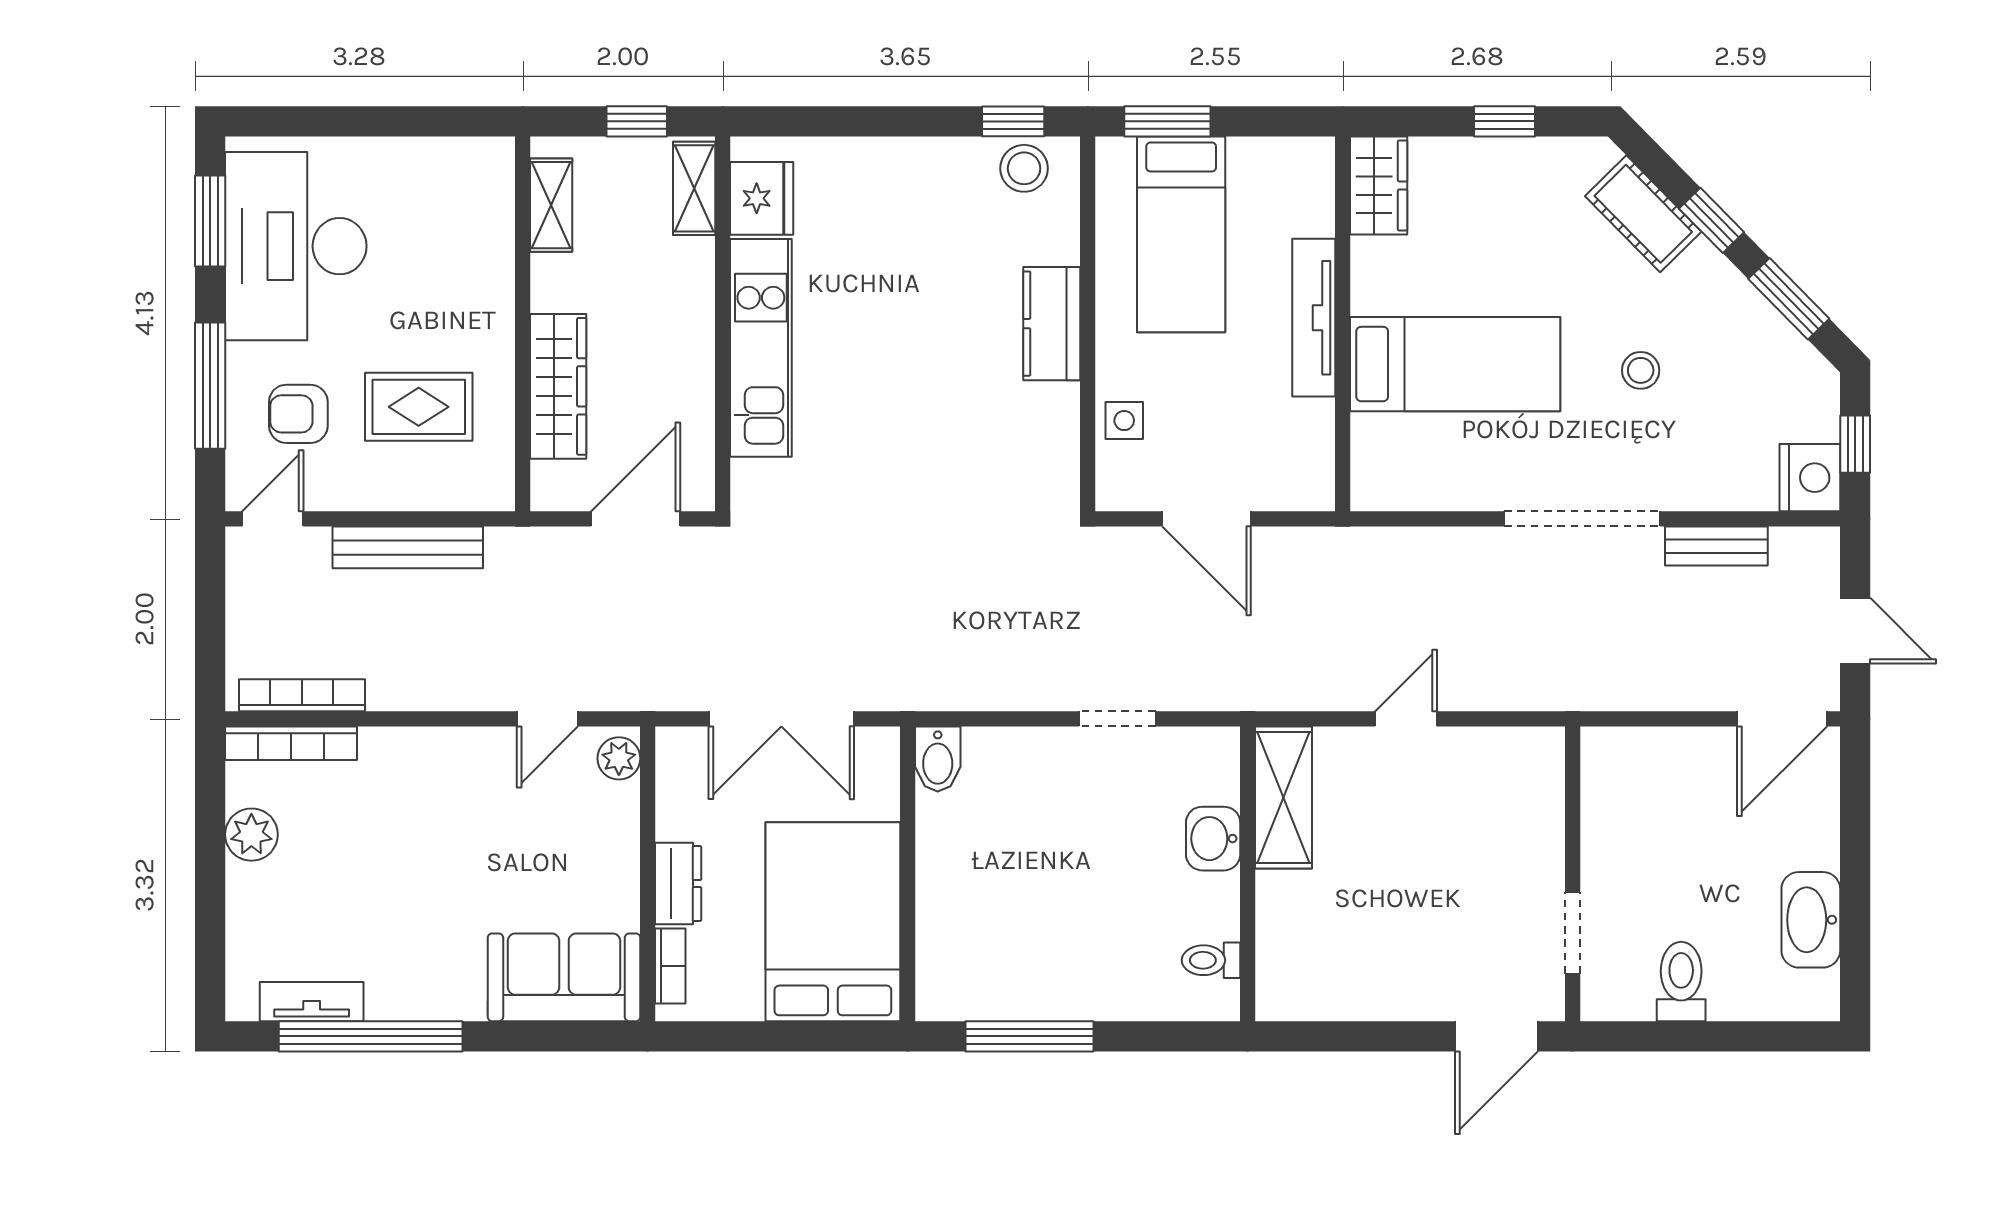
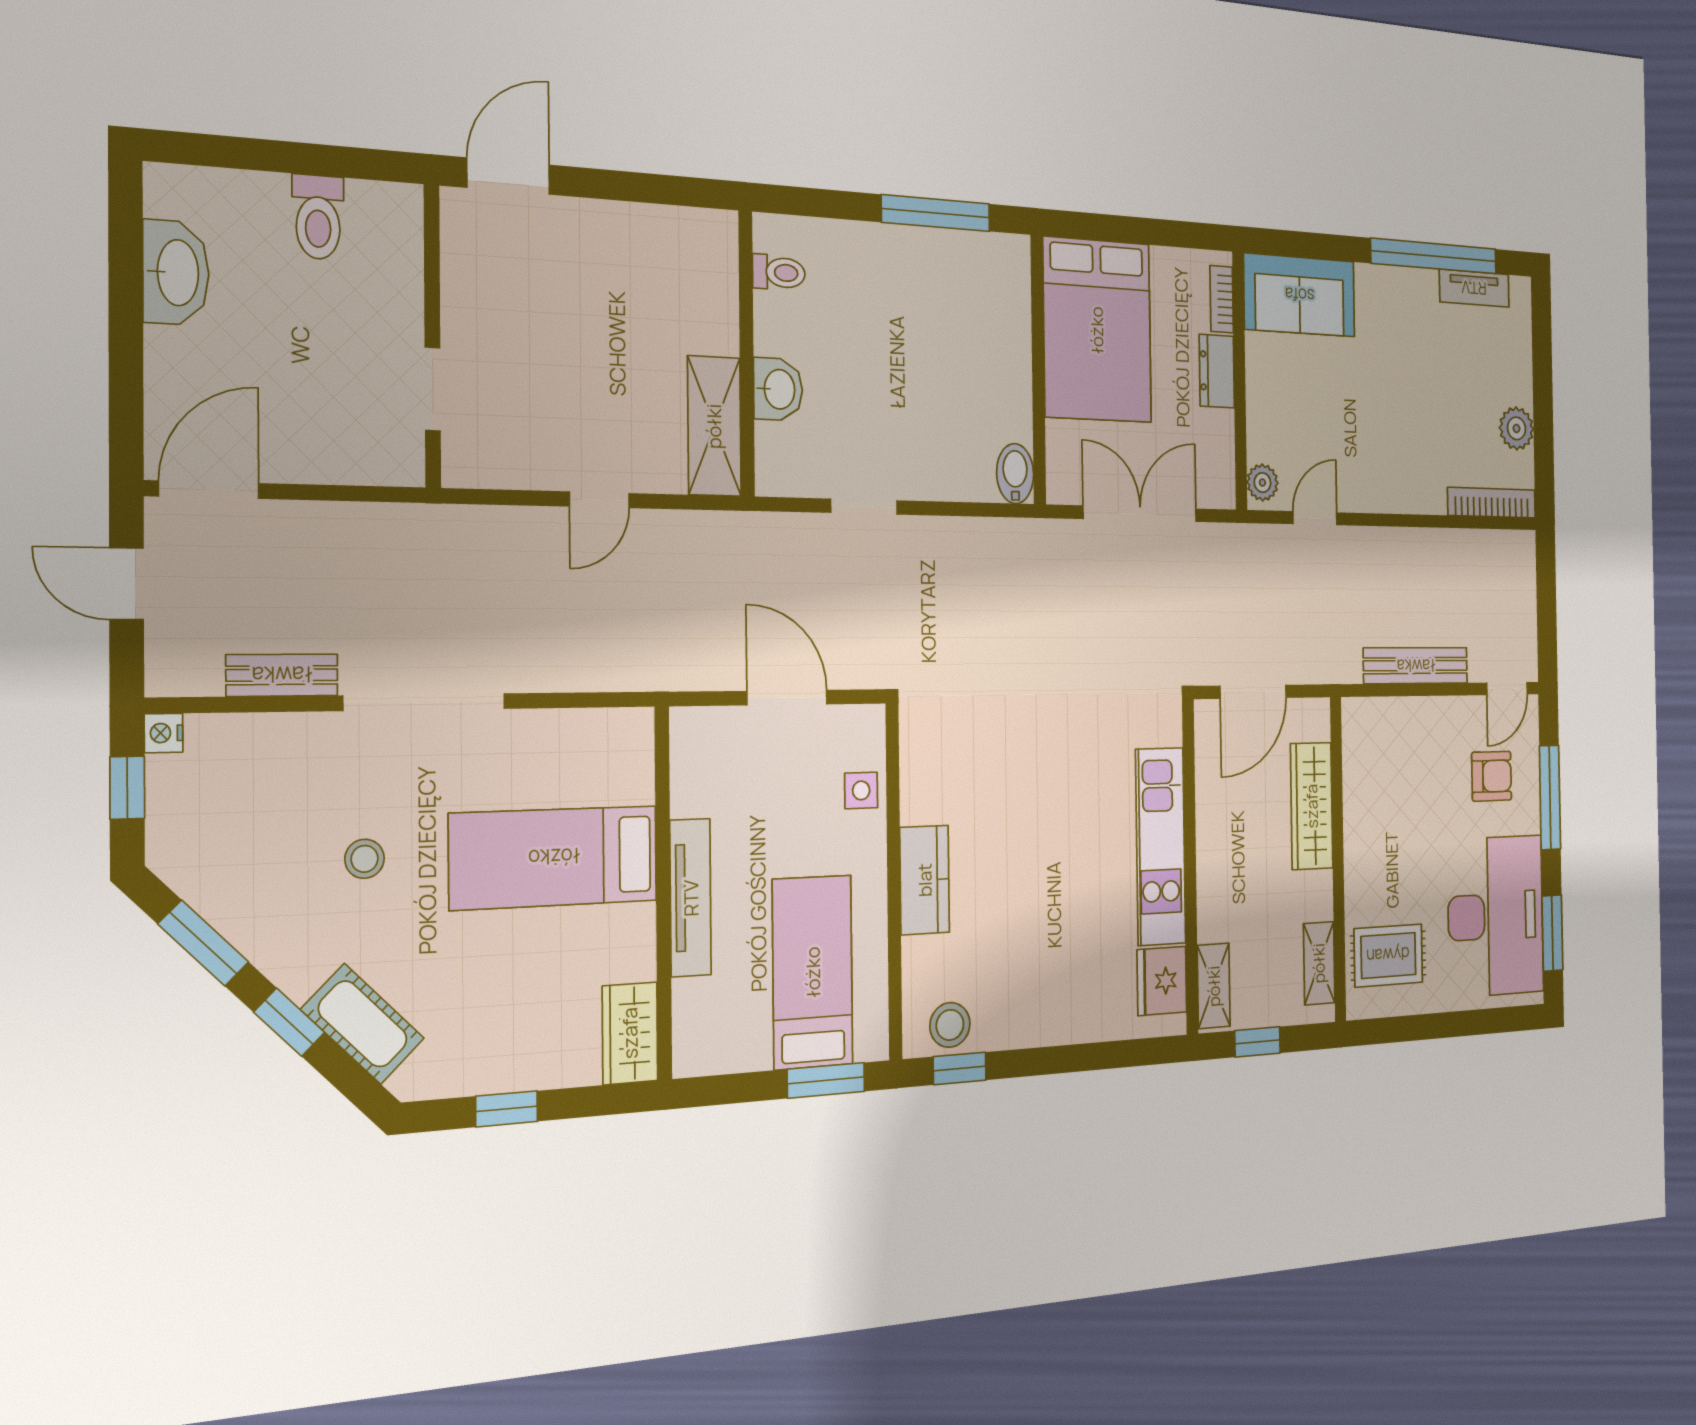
rug: (419, 407) -> (1388, 955), moved
nightstand: (1810, 478) -> (164, 733), width x0.53, depth x0.56
bookcase: (302, 695) -> (1485, 542), removed
doorway: (1573, 933) -> (433, 389), moved

